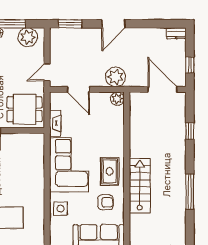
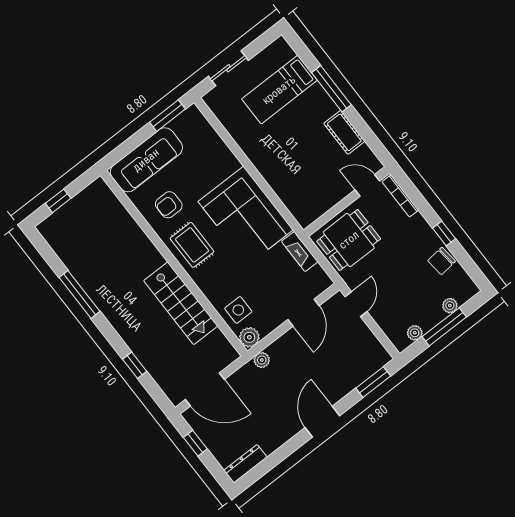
dresser: (176, 33) -> (245, 464), width x1.44
plant: (28, 37) -> (415, 333), width x0.53, depth x0.53
plant: (116, 77) -> (262, 360), width x0.53, depth x0.53
door: (78, 89) -> (304, 313), swing flipped
stairs: (140, 186) -> (181, 303), moved
side table: (61, 209) -> (238, 310), moved

